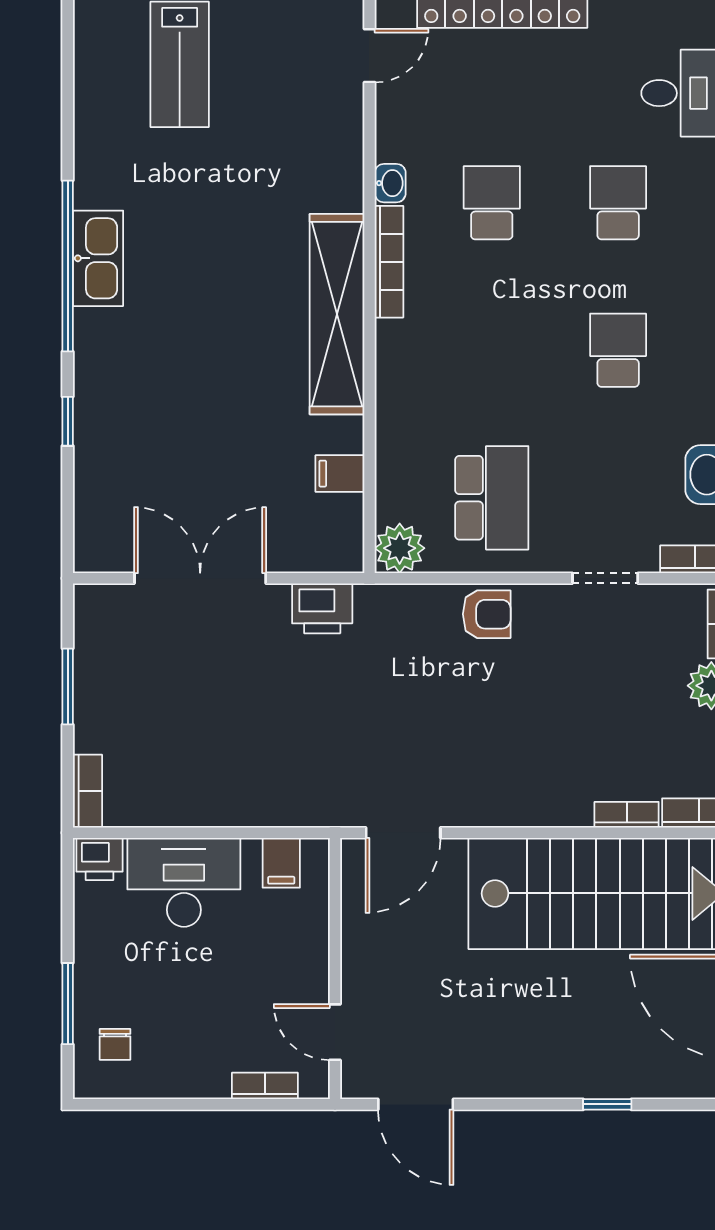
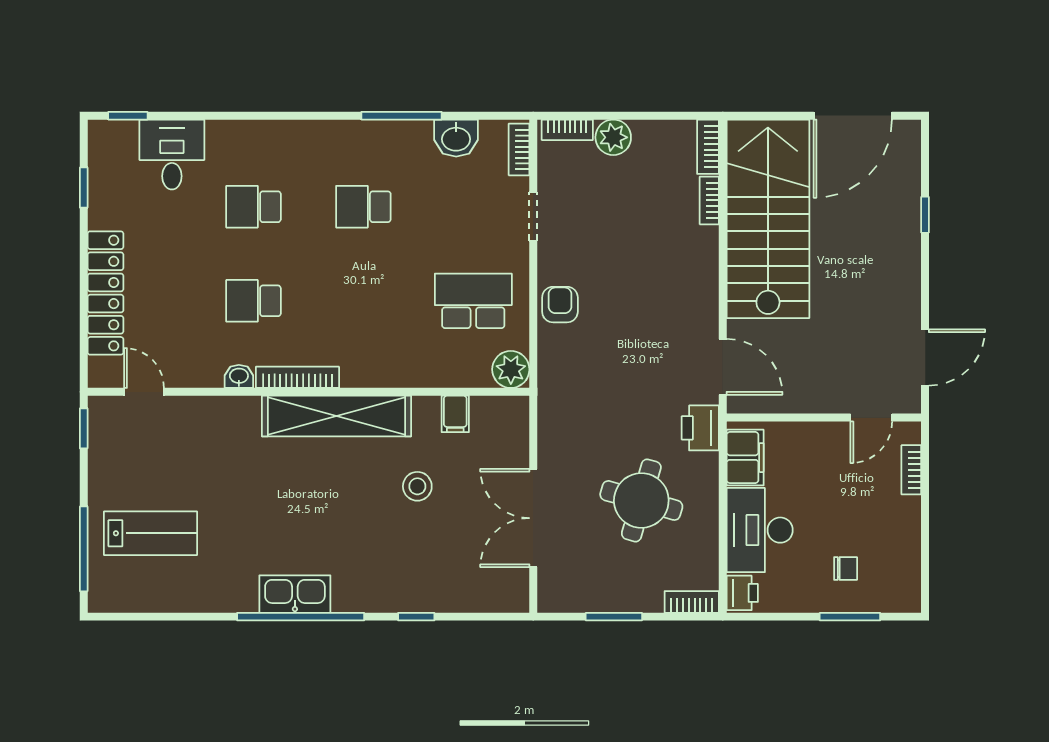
stool: (243, 423) -> (417, 486), added
printer: (322, 608) -> (700, 428), moved, turned 180
round table: (224, 723) -> (641, 500), added
filing cabinet: (281, 863) -> (745, 458), width x2.00
chair: (115, 1044) -> (846, 568), moved

